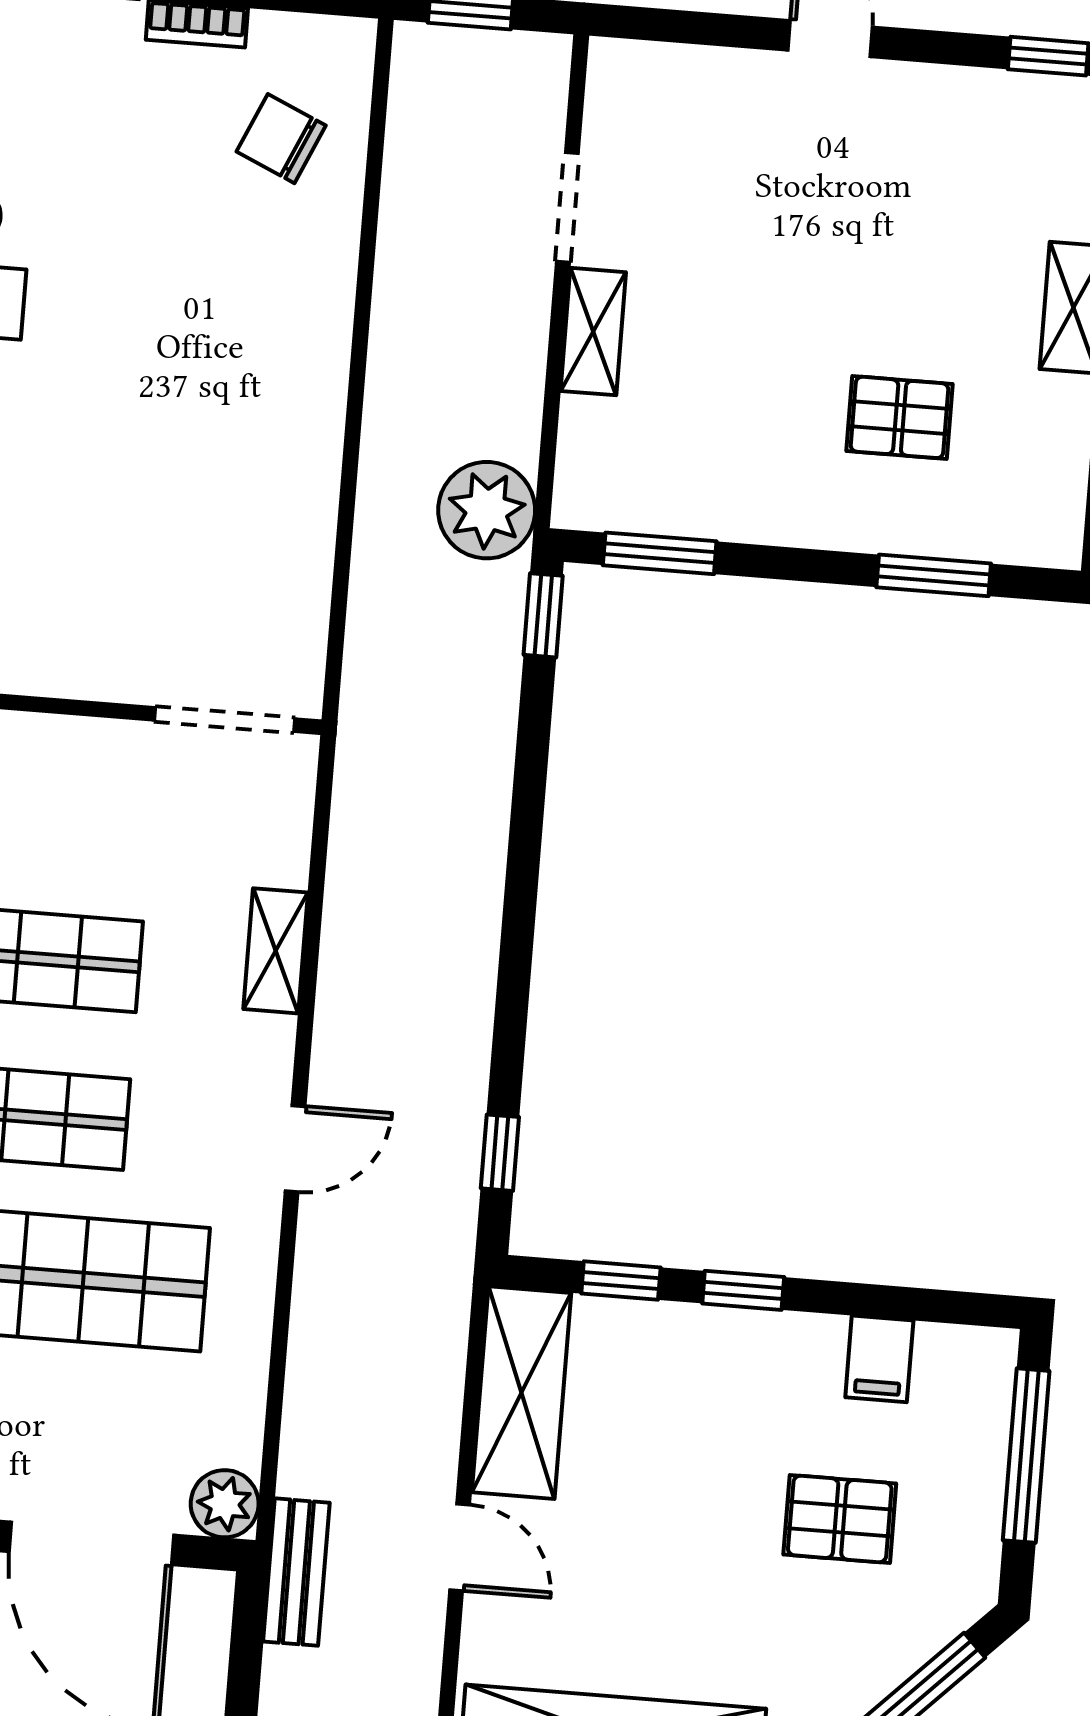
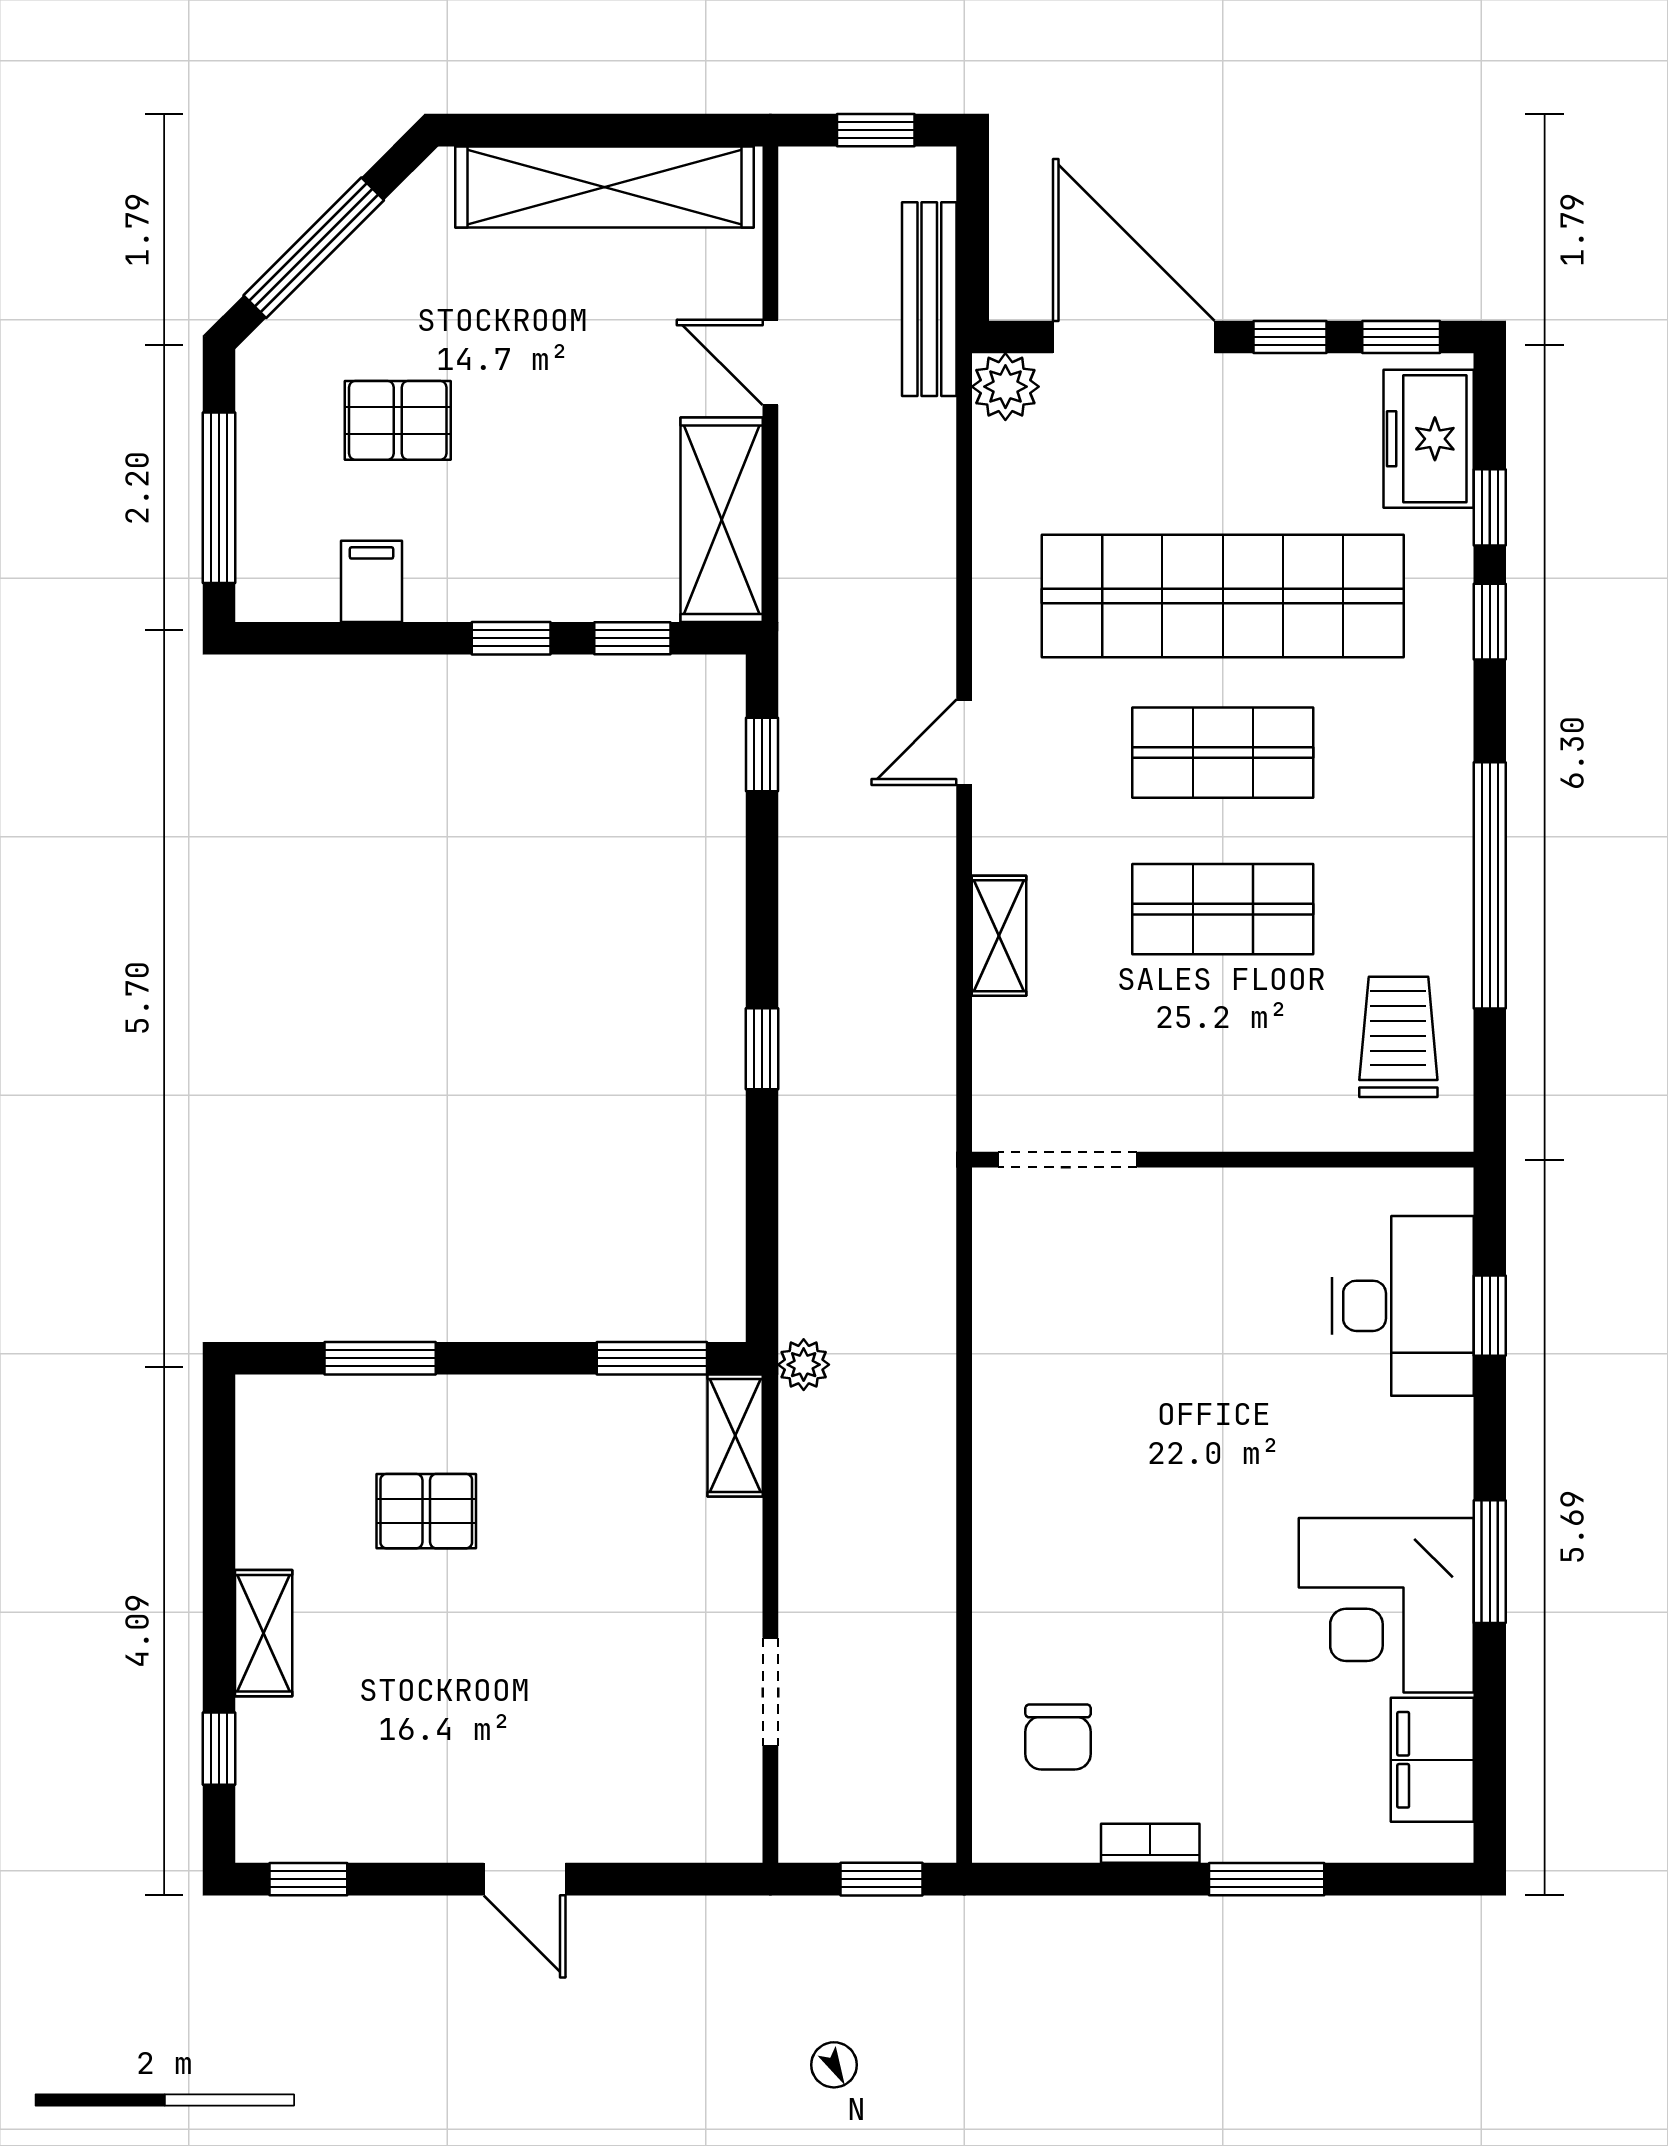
chair: (281, 139) -> (1058, 1737), turned 66
shelving: (593, 332) -> (735, 1435), moved
plant: (487, 510) -> (804, 1365), width x0.53, depth x0.53
window: (543, 615) -> (762, 1049), moved
bench: (296, 1572) -> (929, 299), width x1.36

